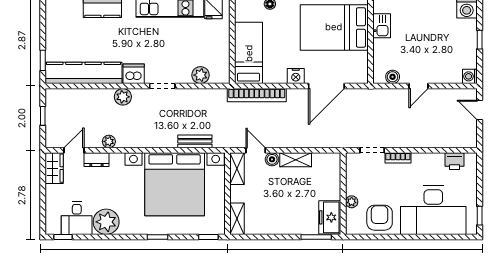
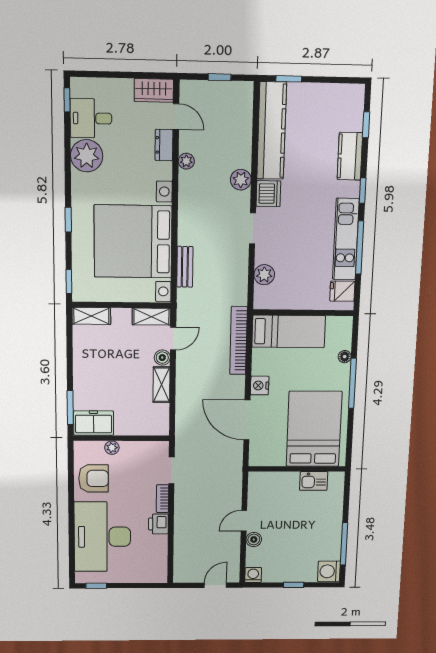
boiler: (393, 77) -> (254, 539), moved
door: (419, 86) -> (244, 521), hinge flipped
printer: (454, 161) -> (158, 524), moved

